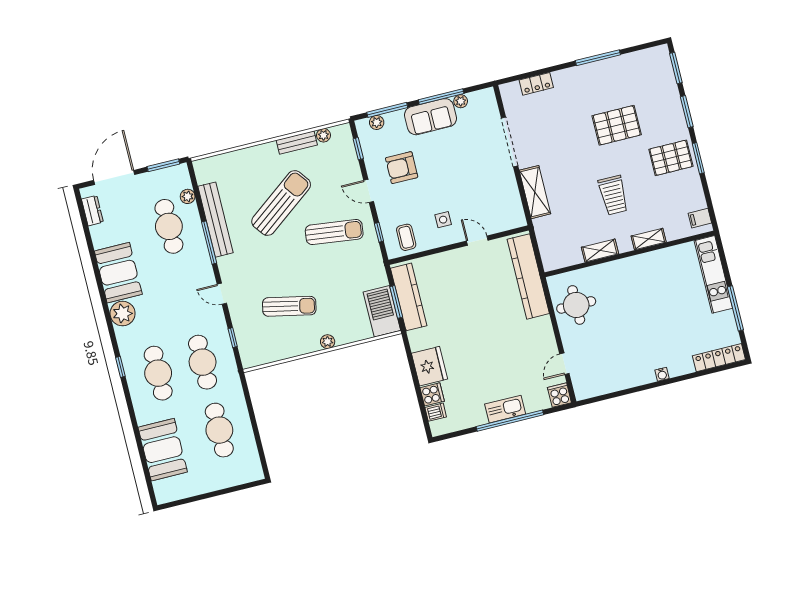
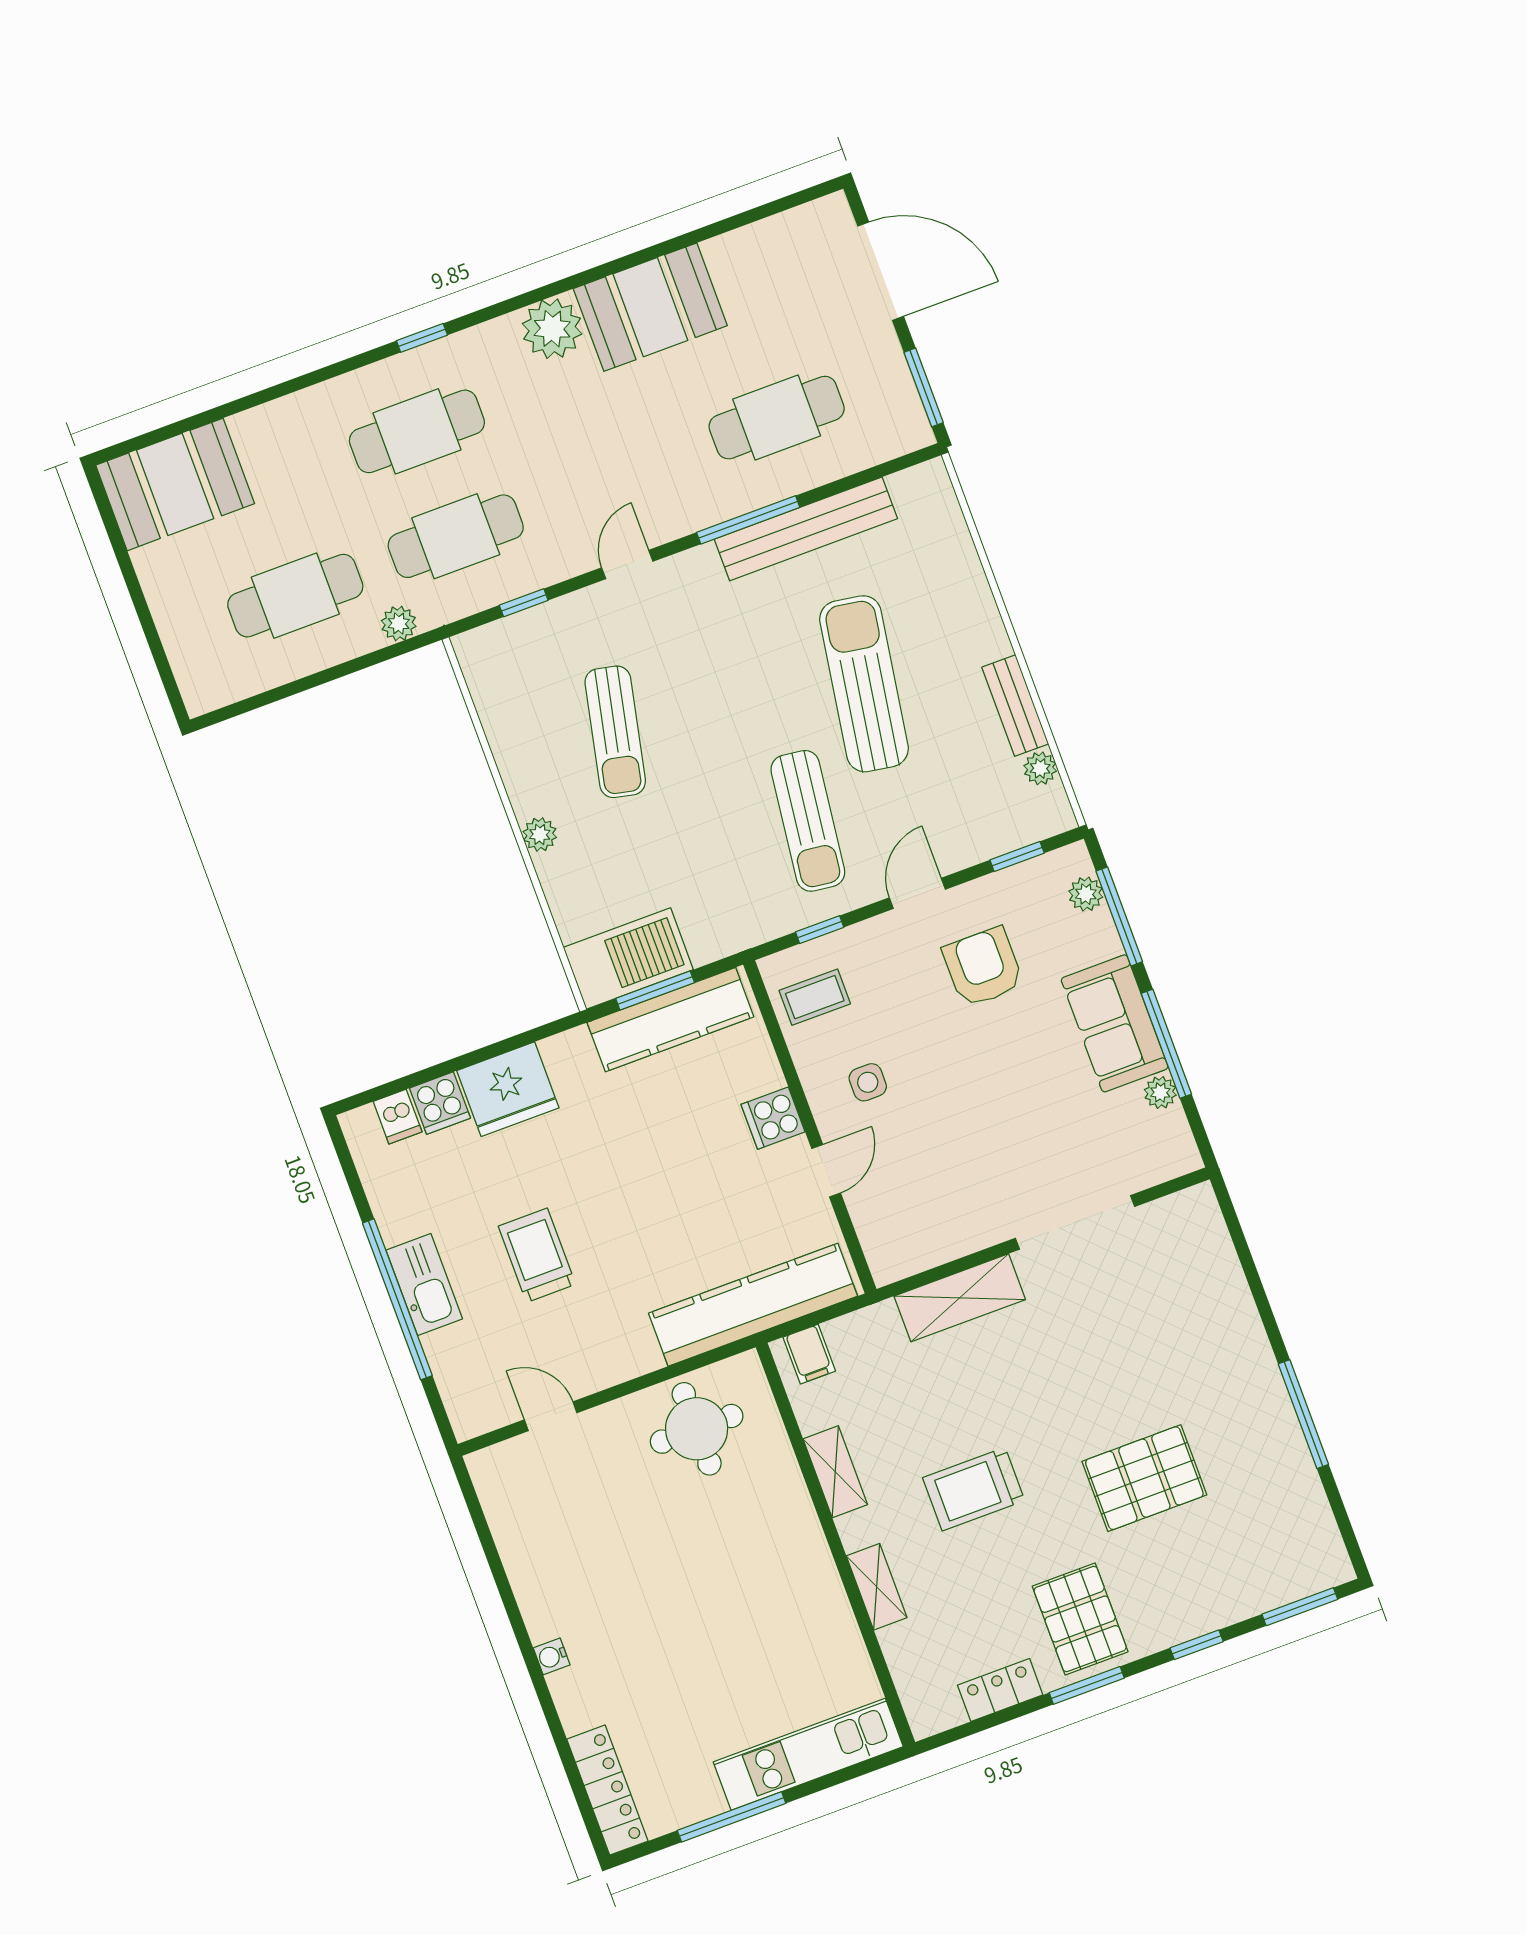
locker: (536, 84) -> (1000, 1690), moved, turned 90
window: (687, 112) -> (1197, 1645), width x0.67
pallet: (617, 125) -> (1144, 1478), turned 90
plant: (188, 196) -> (399, 624), moved
sun lounger: (281, 203) -> (864, 684), turned -134
dresser: (92, 211) -> (794, 227), removed
filing cabinet: (700, 218) -> (809, 1354), moved, turned 180
trolley: (498, 362) -> (537, 1255), added
cooker: (559, 395) -> (773, 1118), moved, turned 180
booth: (163, 450) -> (175, 484), moved

